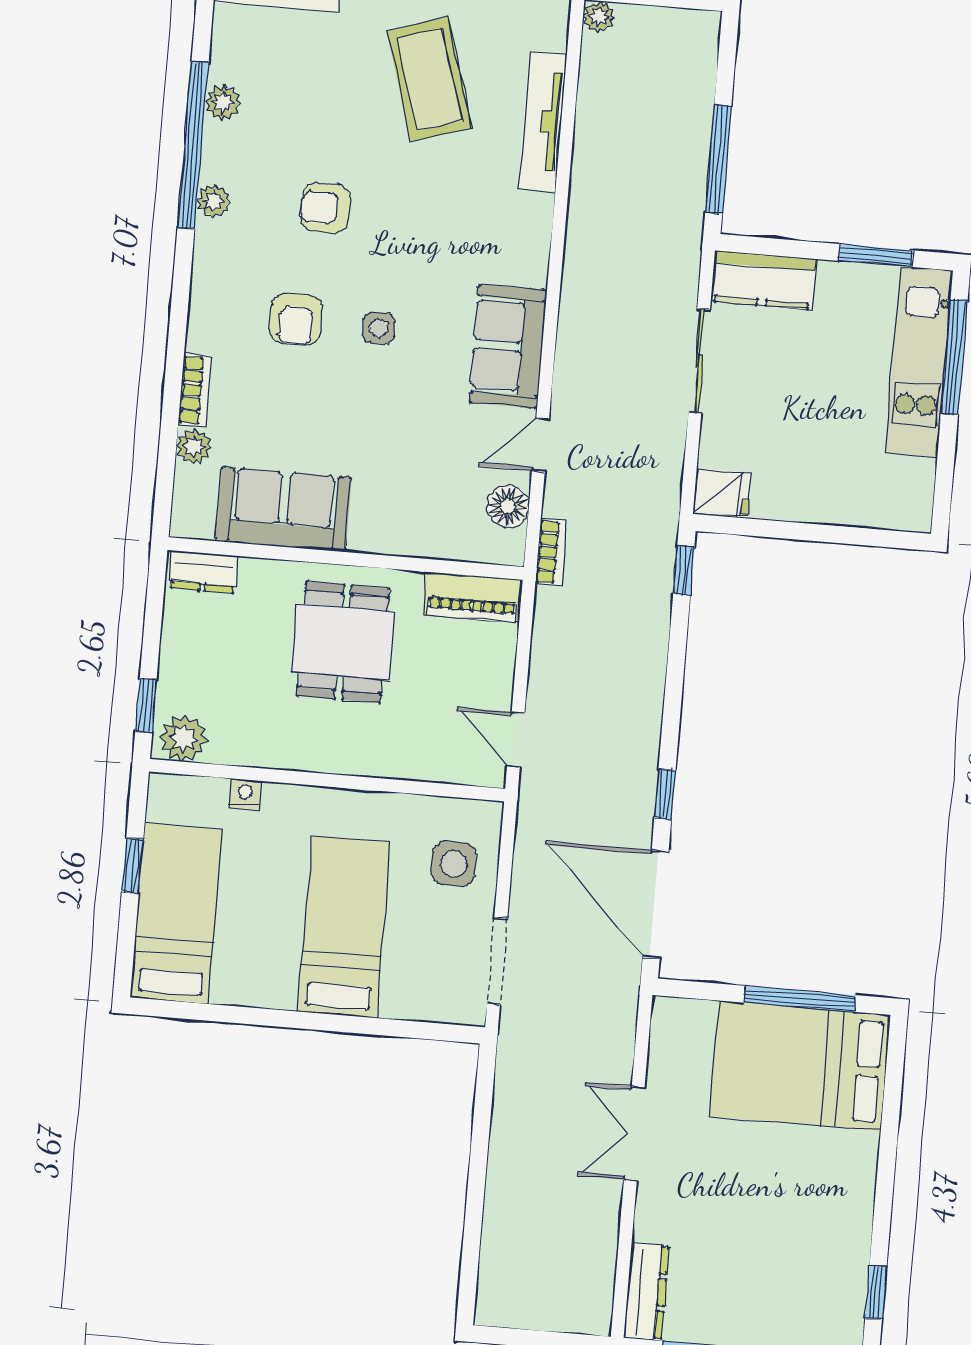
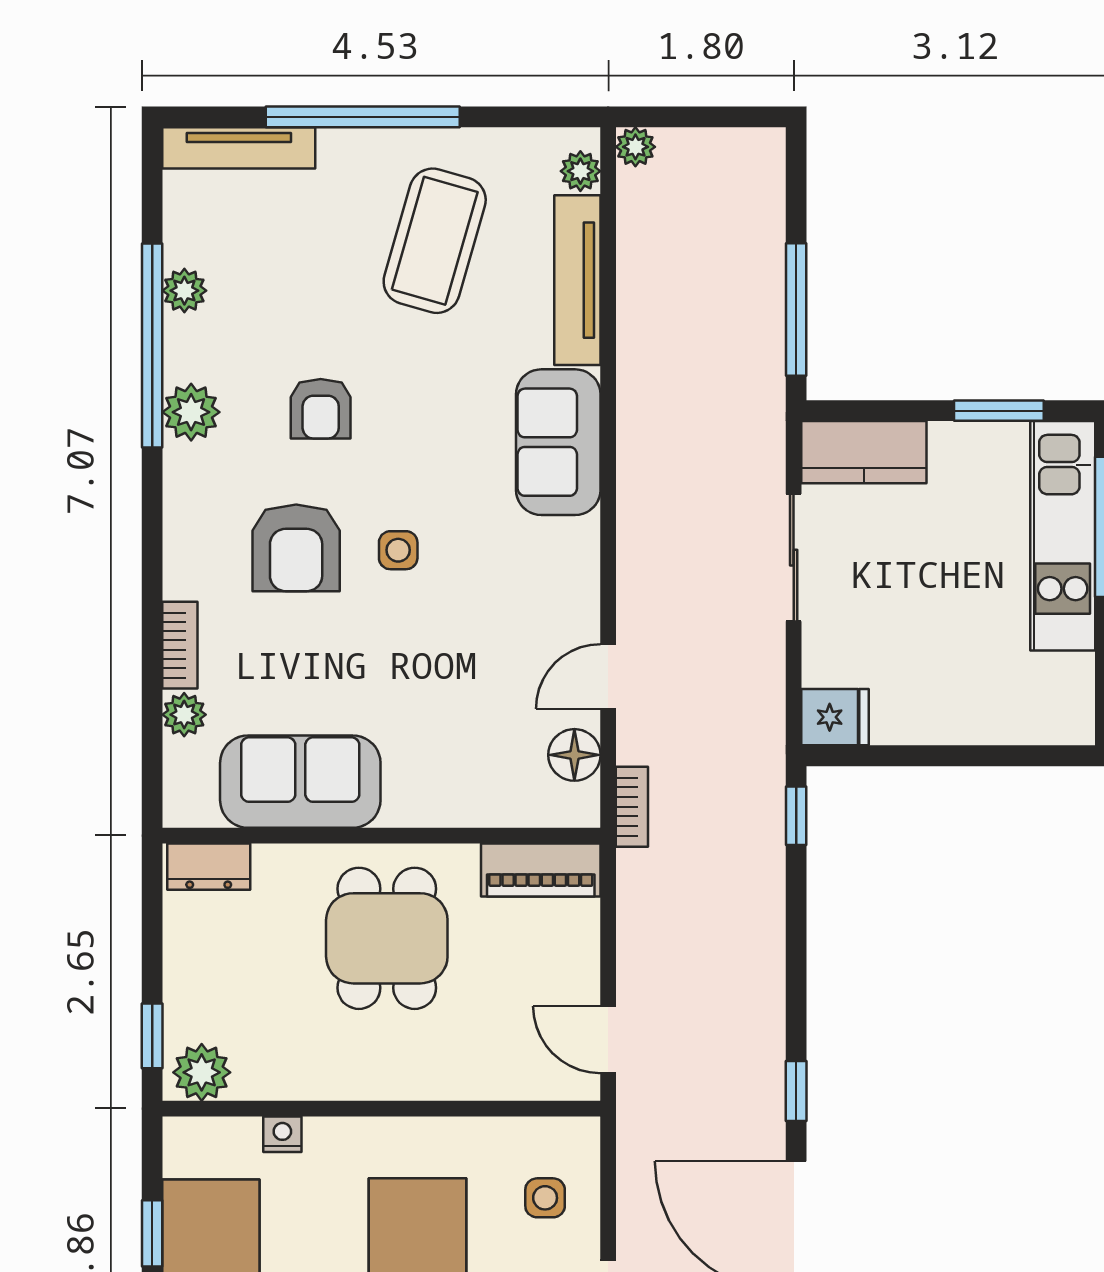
plant: (552, 33) -> (580, 171), added
coffee table: (429, 79) -> (435, 241), turned 33
plant: (214, 201) -> (191, 412), width x1.38, depth x1.38
armchair: (325, 208) -> (321, 409), turned -90
armchair: (296, 319) -> (296, 548), width x1.38, depth x1.38
sofa: (508, 346) -> (558, 442), moved
side table: (454, 864) -> (545, 1198), width x0.73, depth x0.73

